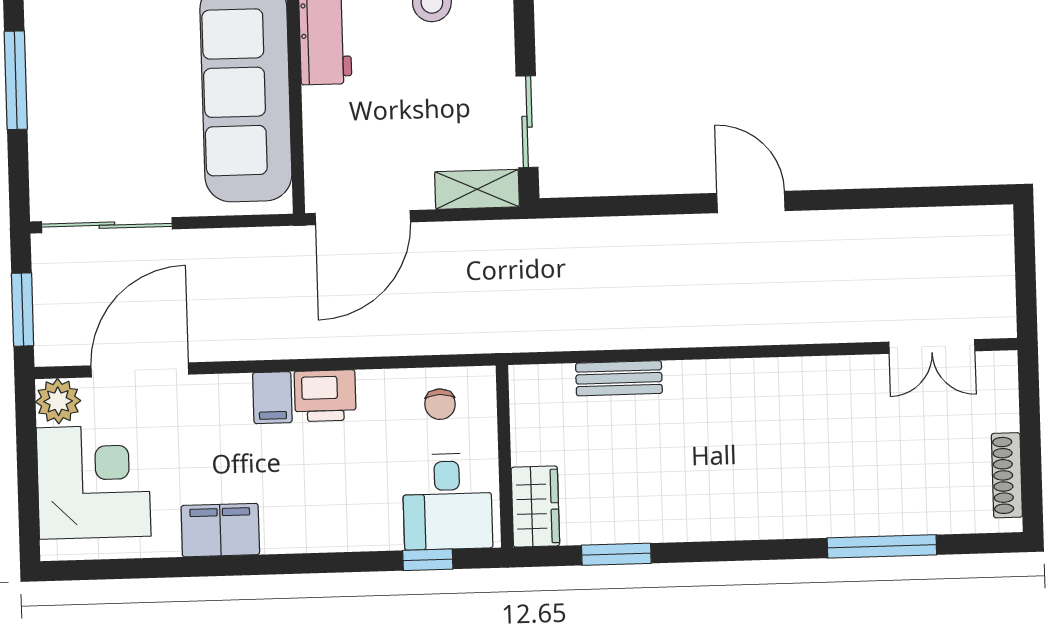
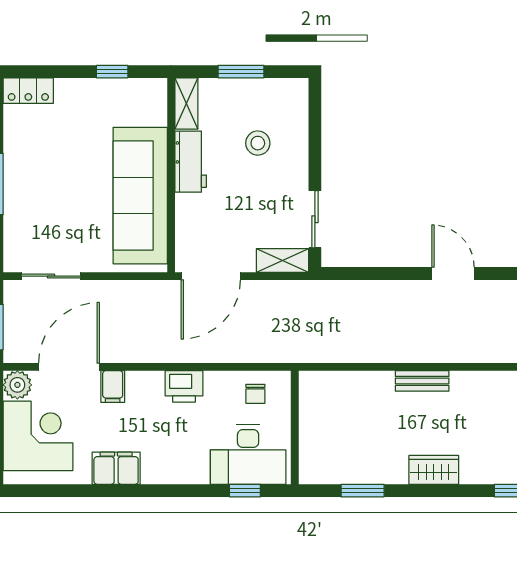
sliding door: (107, 225) -> (51, 276), width x0.73
bench: (619, 378) -> (422, 381), moved
filing cabinet: (272, 398) -> (113, 387), moved
desk: (447, 501) -> (248, 455), width x1.37
wardrobe: (535, 507) -> (434, 470), moved, turned -90

